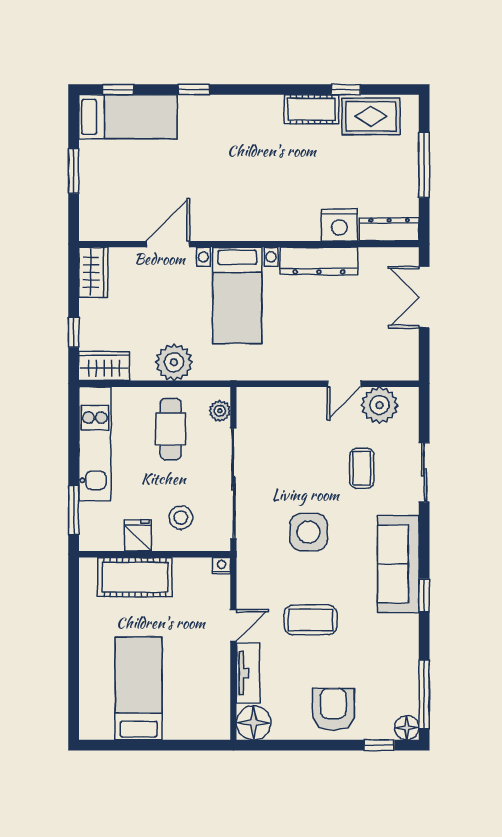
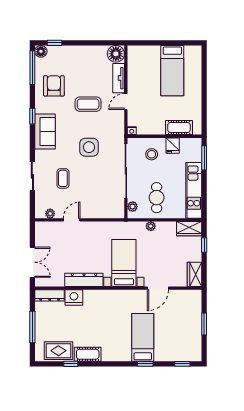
bed: (128, 117) -> (143, 337), moved, turned 90
plant: (174, 362) -> (151, 226), width x0.53, depth x0.53
plant: (380, 405) -> (50, 214), width x0.53, depth x0.53
sofa: (398, 564) -> (45, 131), width x0.73
cot: (135, 577) -> (179, 128), width x0.73, depth x0.75
armchair: (333, 709) -> (54, 86), moved, turned 180

